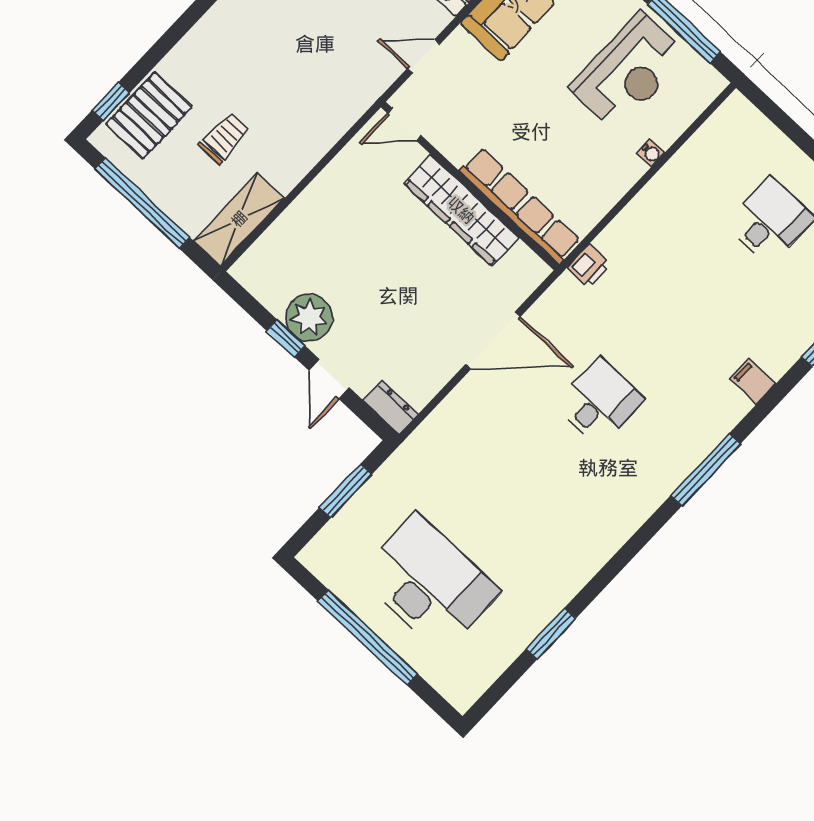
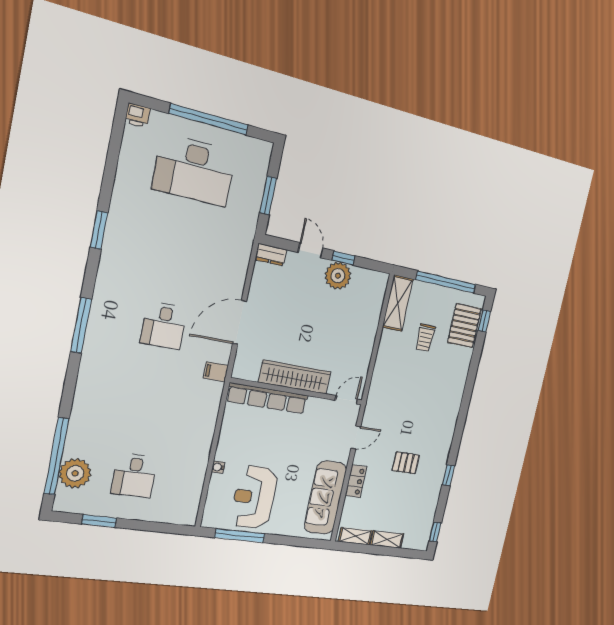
printer: (589, 266) -> (138, 115), moved, turned -90
filing cabinet: (753, 381) -> (216, 372), moved, turned 180
window: (551, 634) -> (99, 230), moved

